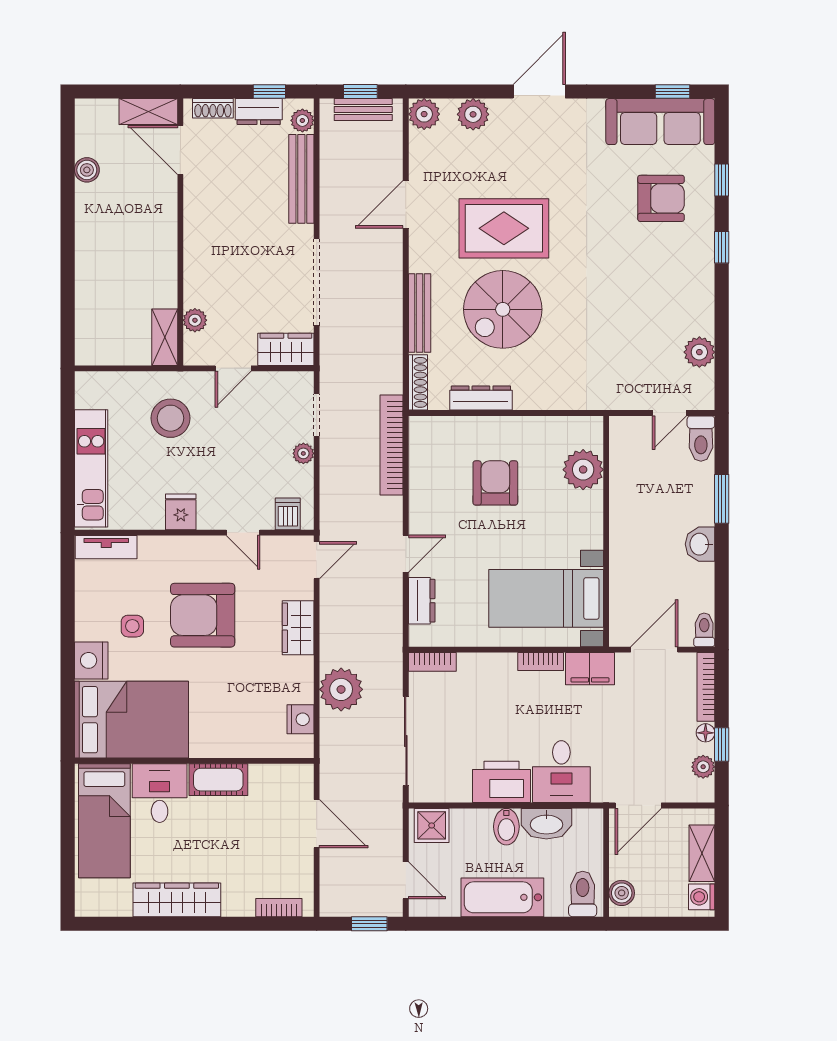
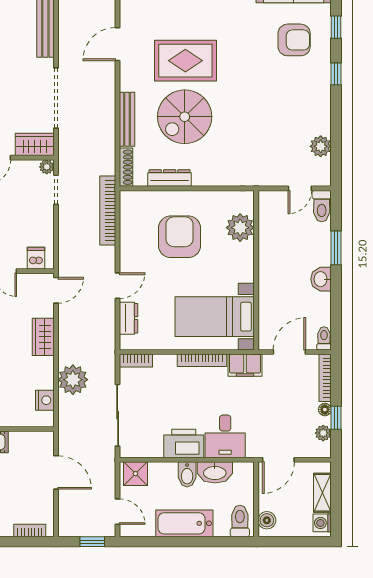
plant: (303, 453) -> (47, 167), moved
armchair: (495, 483) -> (180, 237), width x1.36, depth x1.36
bookcase: (541, 661) -> (202, 360), width x1.56

